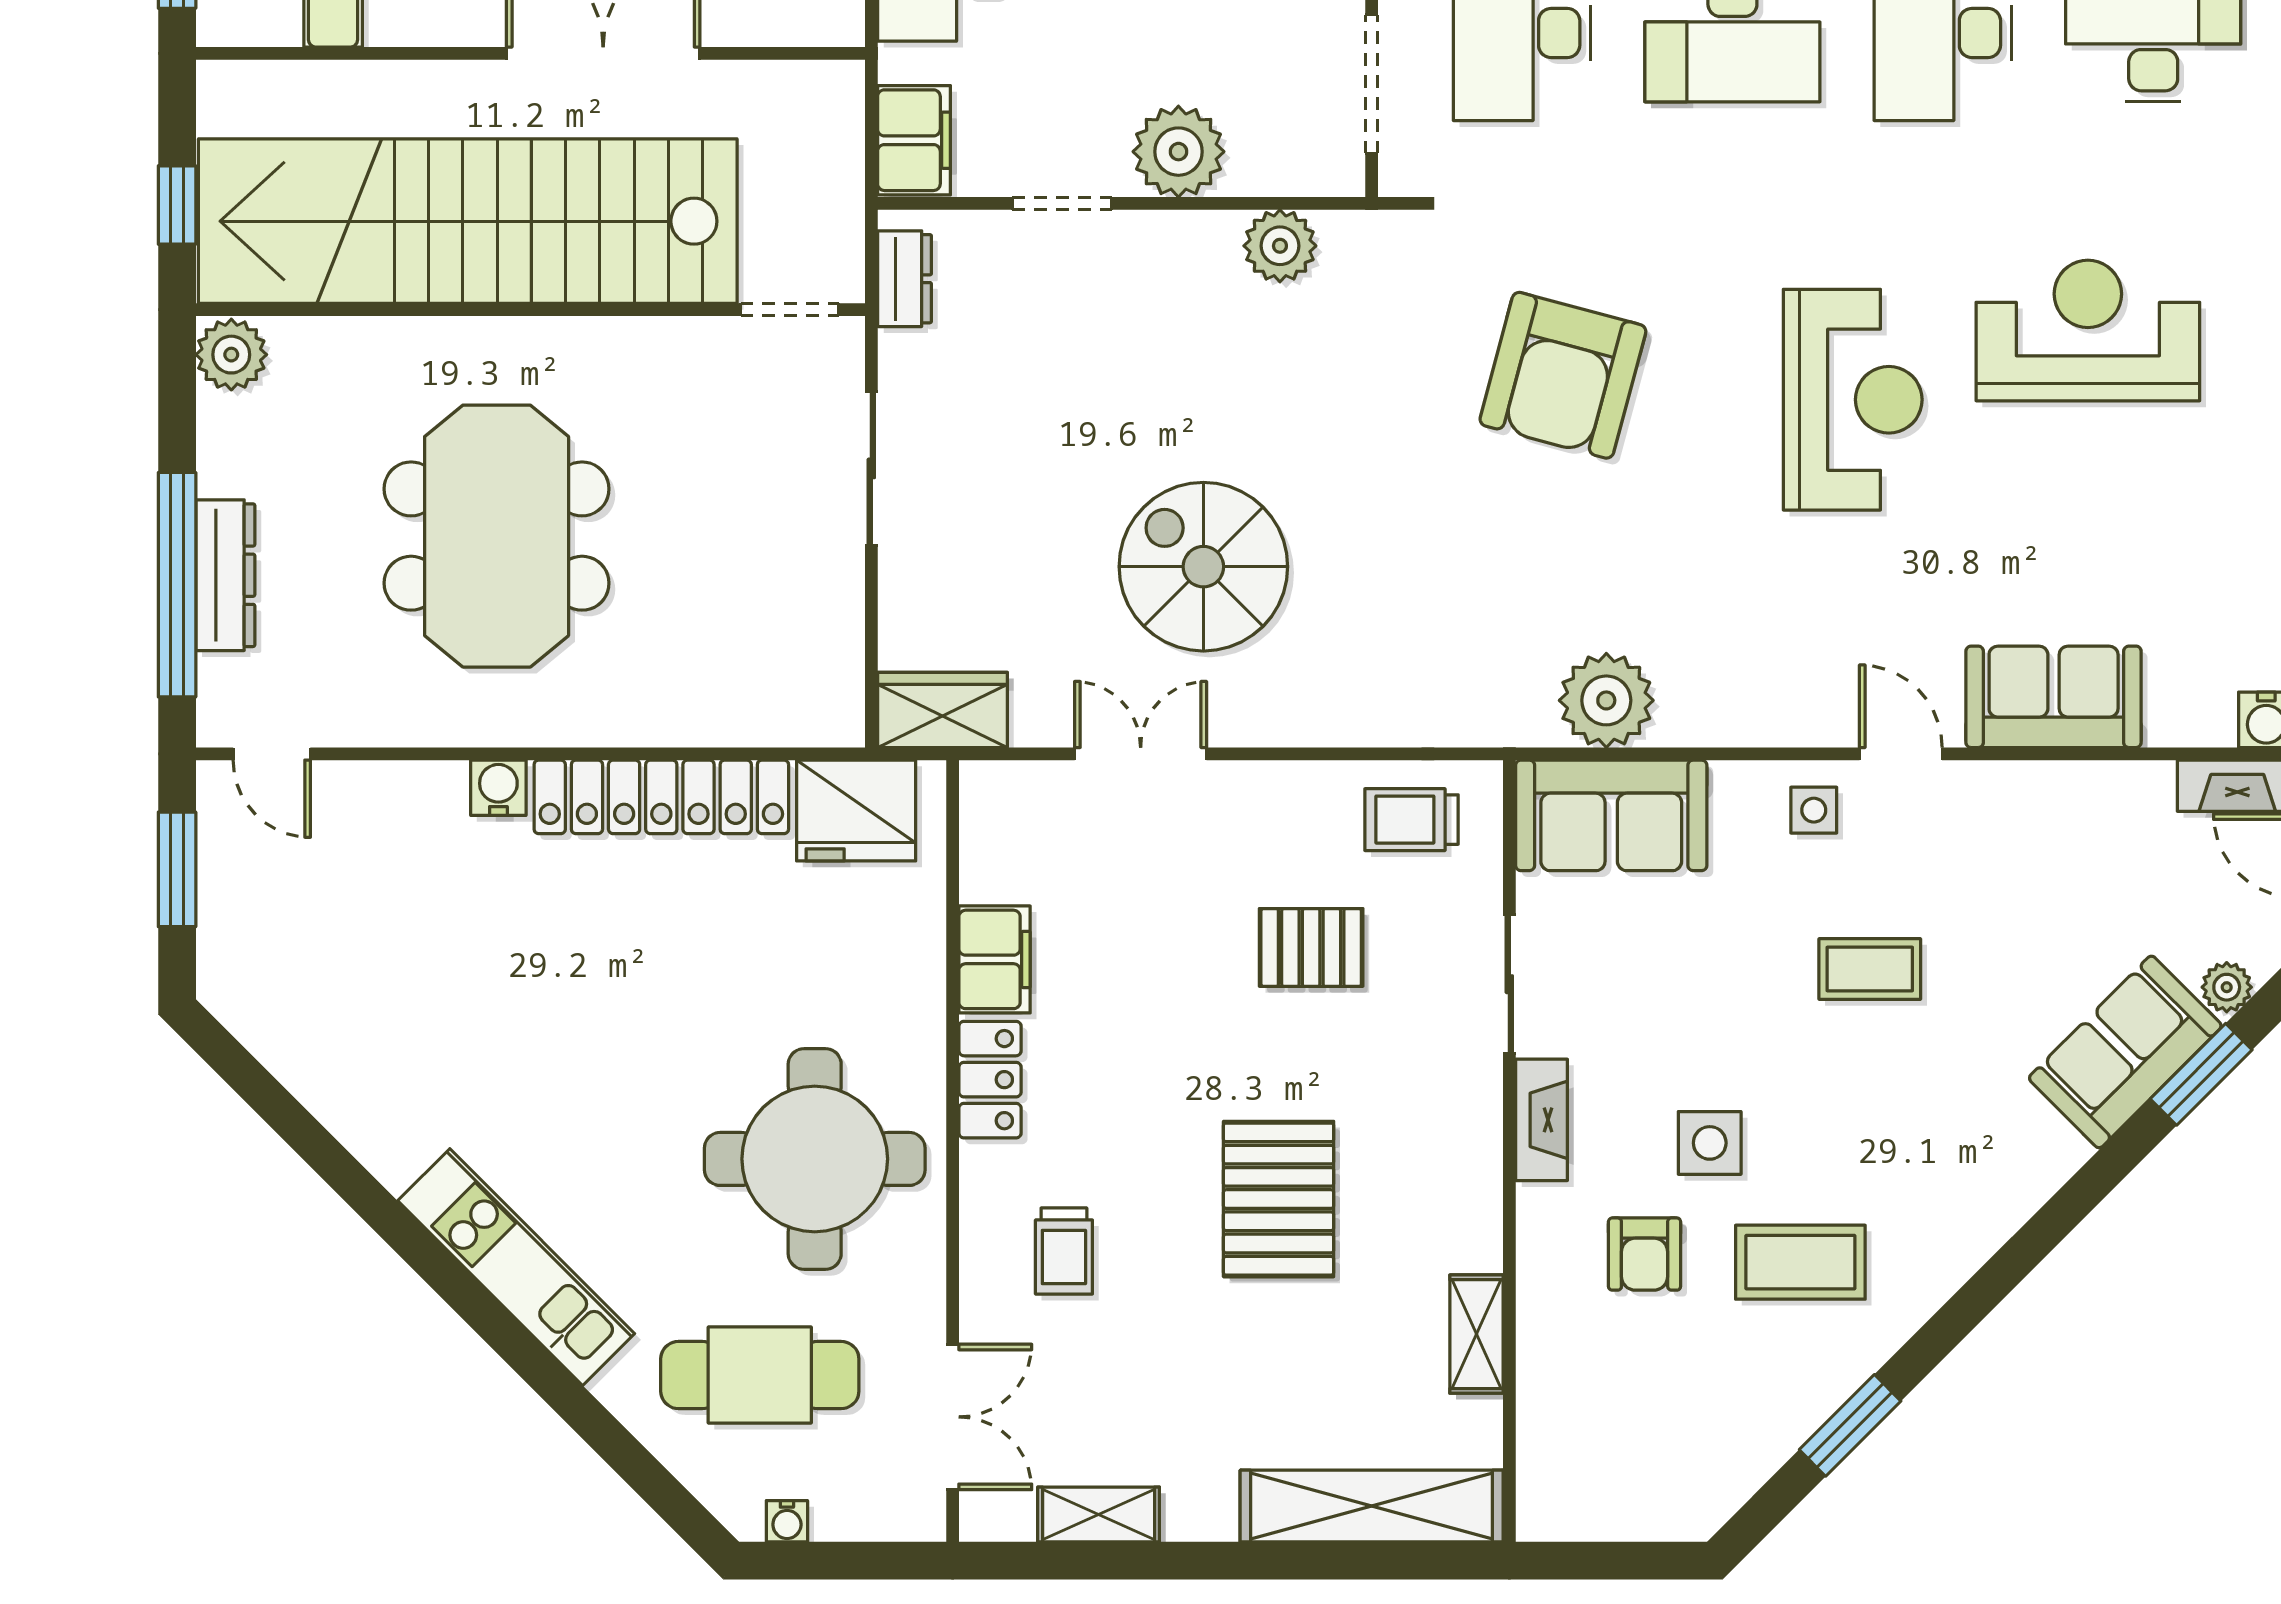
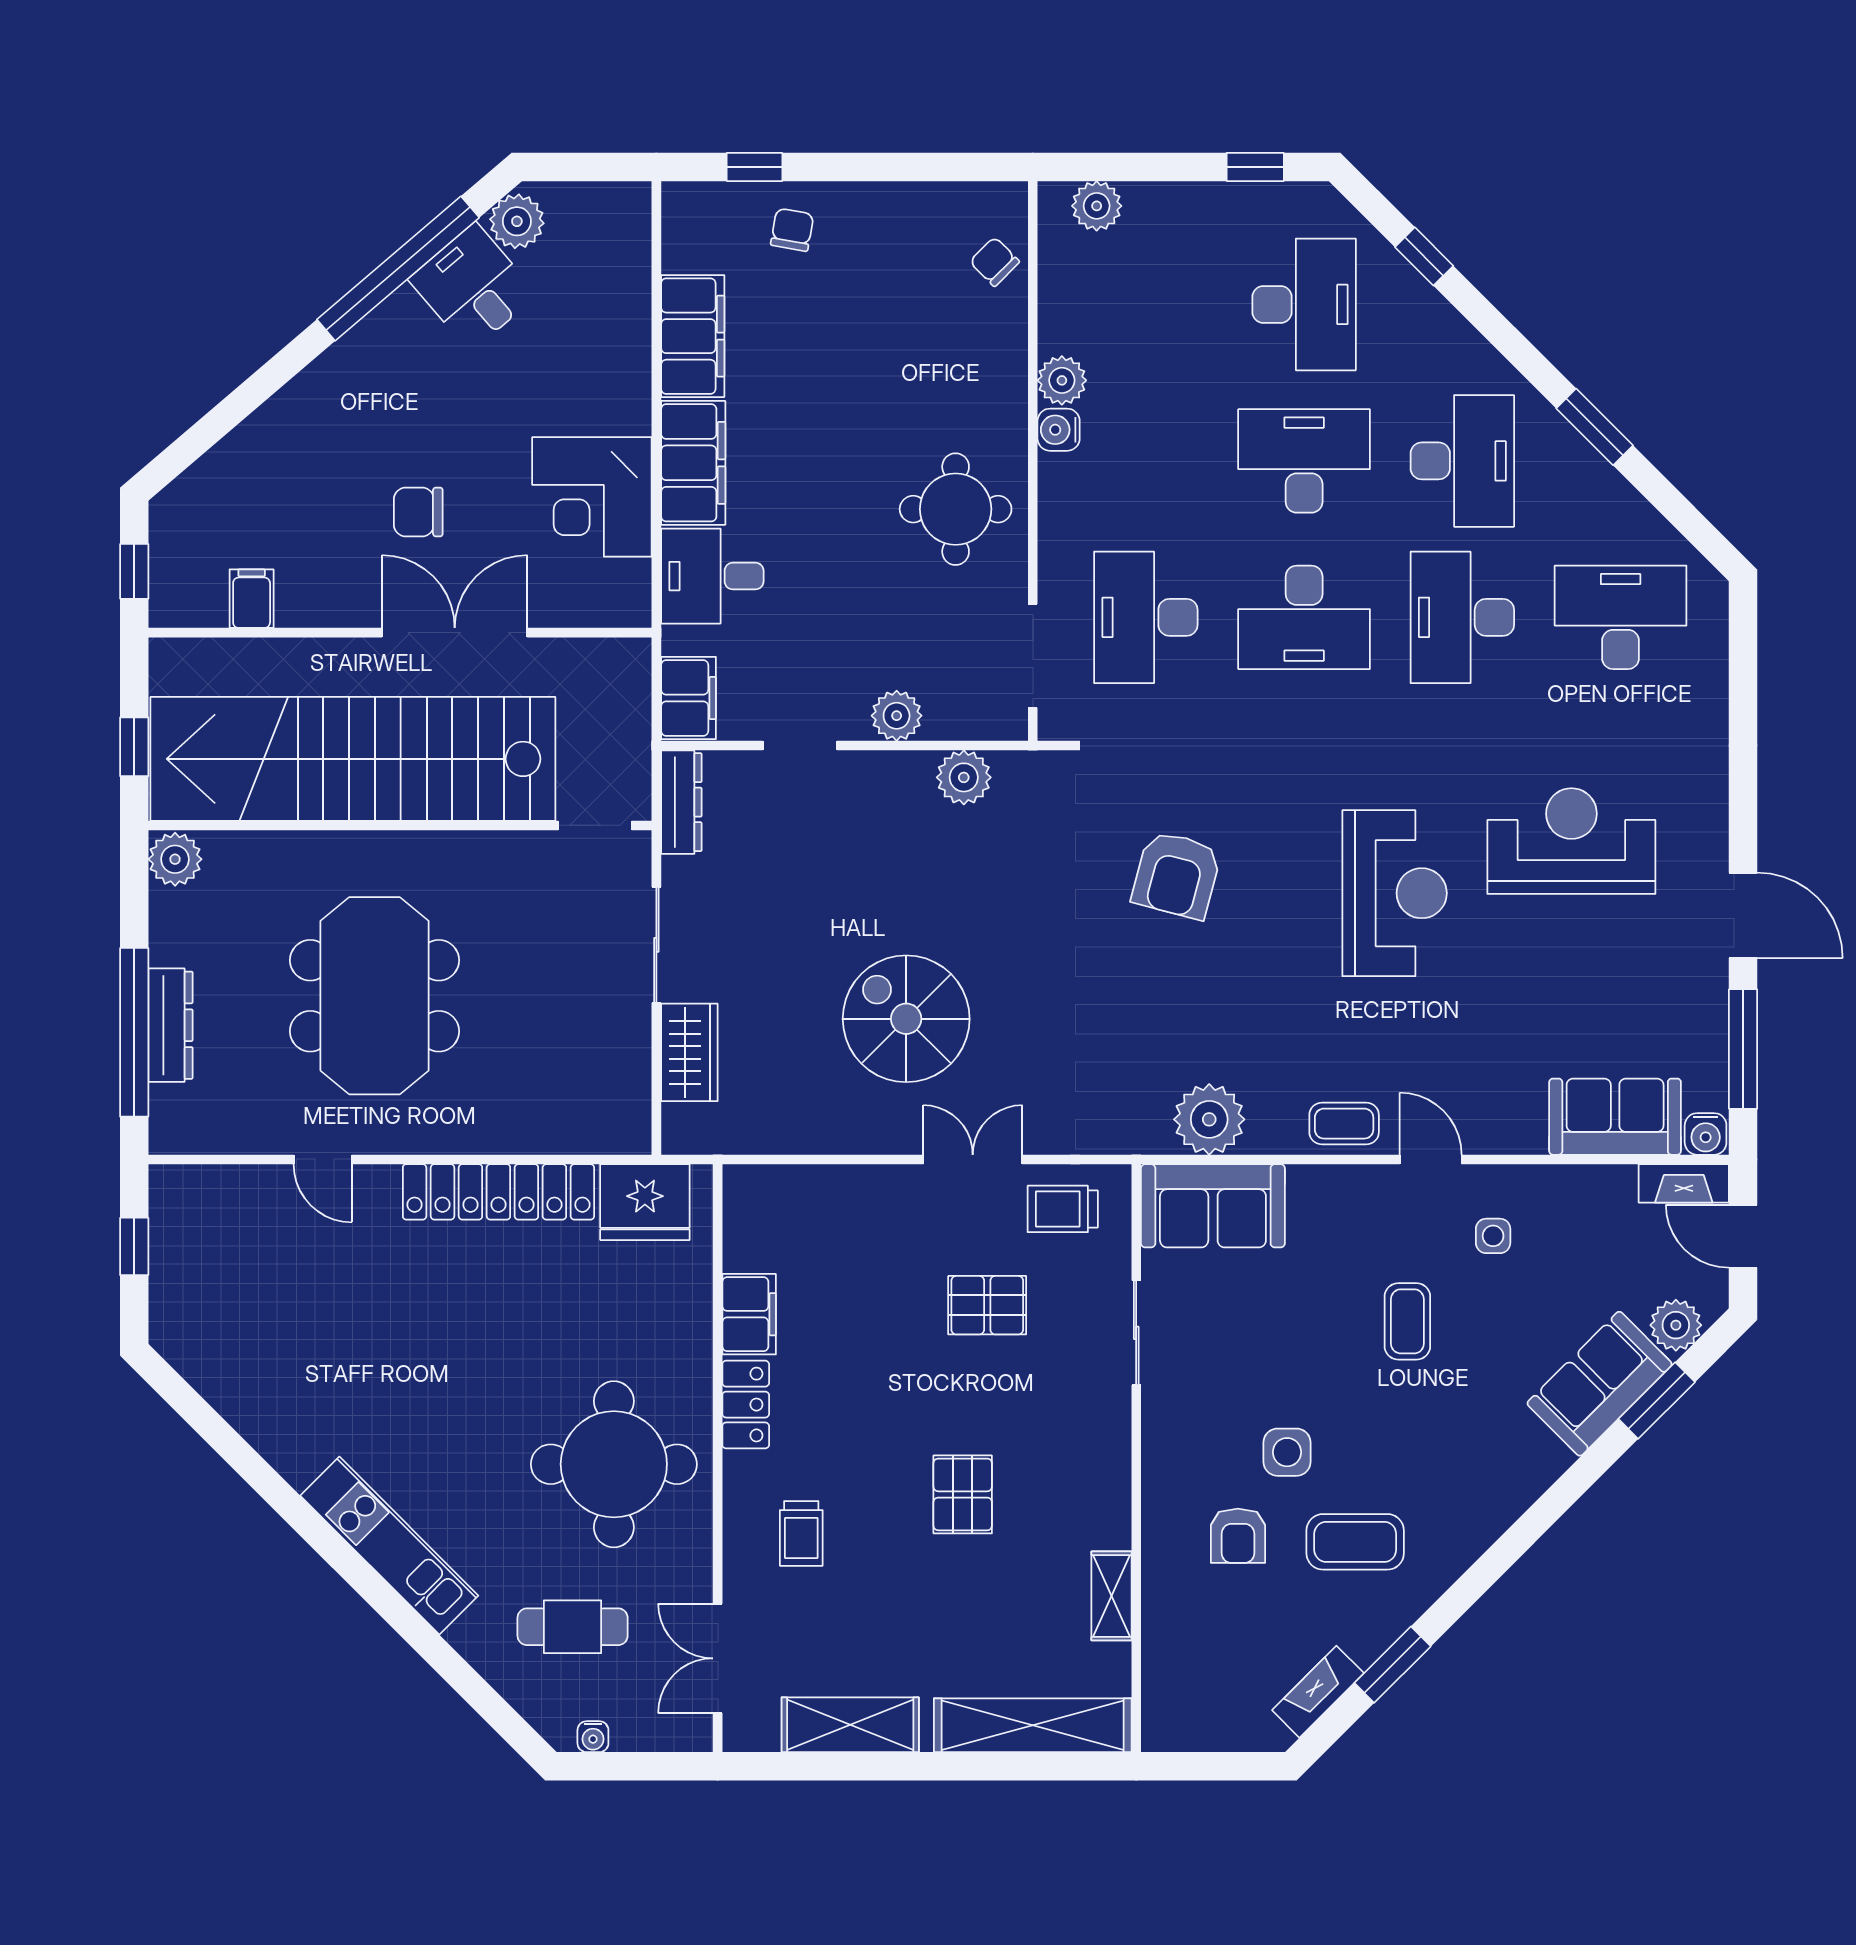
plant: (1178, 152) -> (897, 716), width x0.73, depth x0.73
dresser: (904, 279) -> (681, 802), width x1.44
armchair: (1563, 375) -> (1177, 875), width x0.73, depth x0.73
sofa: (2054, 697) -> (1615, 1117), moved
coffee table: (1786, 706) -> (1344, 1124), added
wardrobe: (942, 710) -> (689, 1052), moved, turned 90
door: (272, 754) -> (323, 1159), moved
double door: (1141, 754) -> (973, 1159), moved
water cooler: (498, 788) -> (376, 1185), removed
side table: (1814, 810) -> (1493, 1236), moved
window: (177, 869) -> (134, 1246), width x0.67
coffee table: (1870, 969) -> (1407, 1321), turned 90
plant: (2227, 987) -> (1676, 1325), width x1.38, depth x1.38
fireplace: (1541, 1120) -> (1318, 1692), moved, turned -135
pallet: (1279, 1199) -> (963, 1494), width x0.67, depth x0.71
cafe table: (760, 1375) -> (573, 1627), width x0.73, depth x0.74
double door: (953, 1417) -> (718, 1658), swing flipped
shelving: (1099, 1514) -> (850, 1725), width x1.50, depth x1.33

